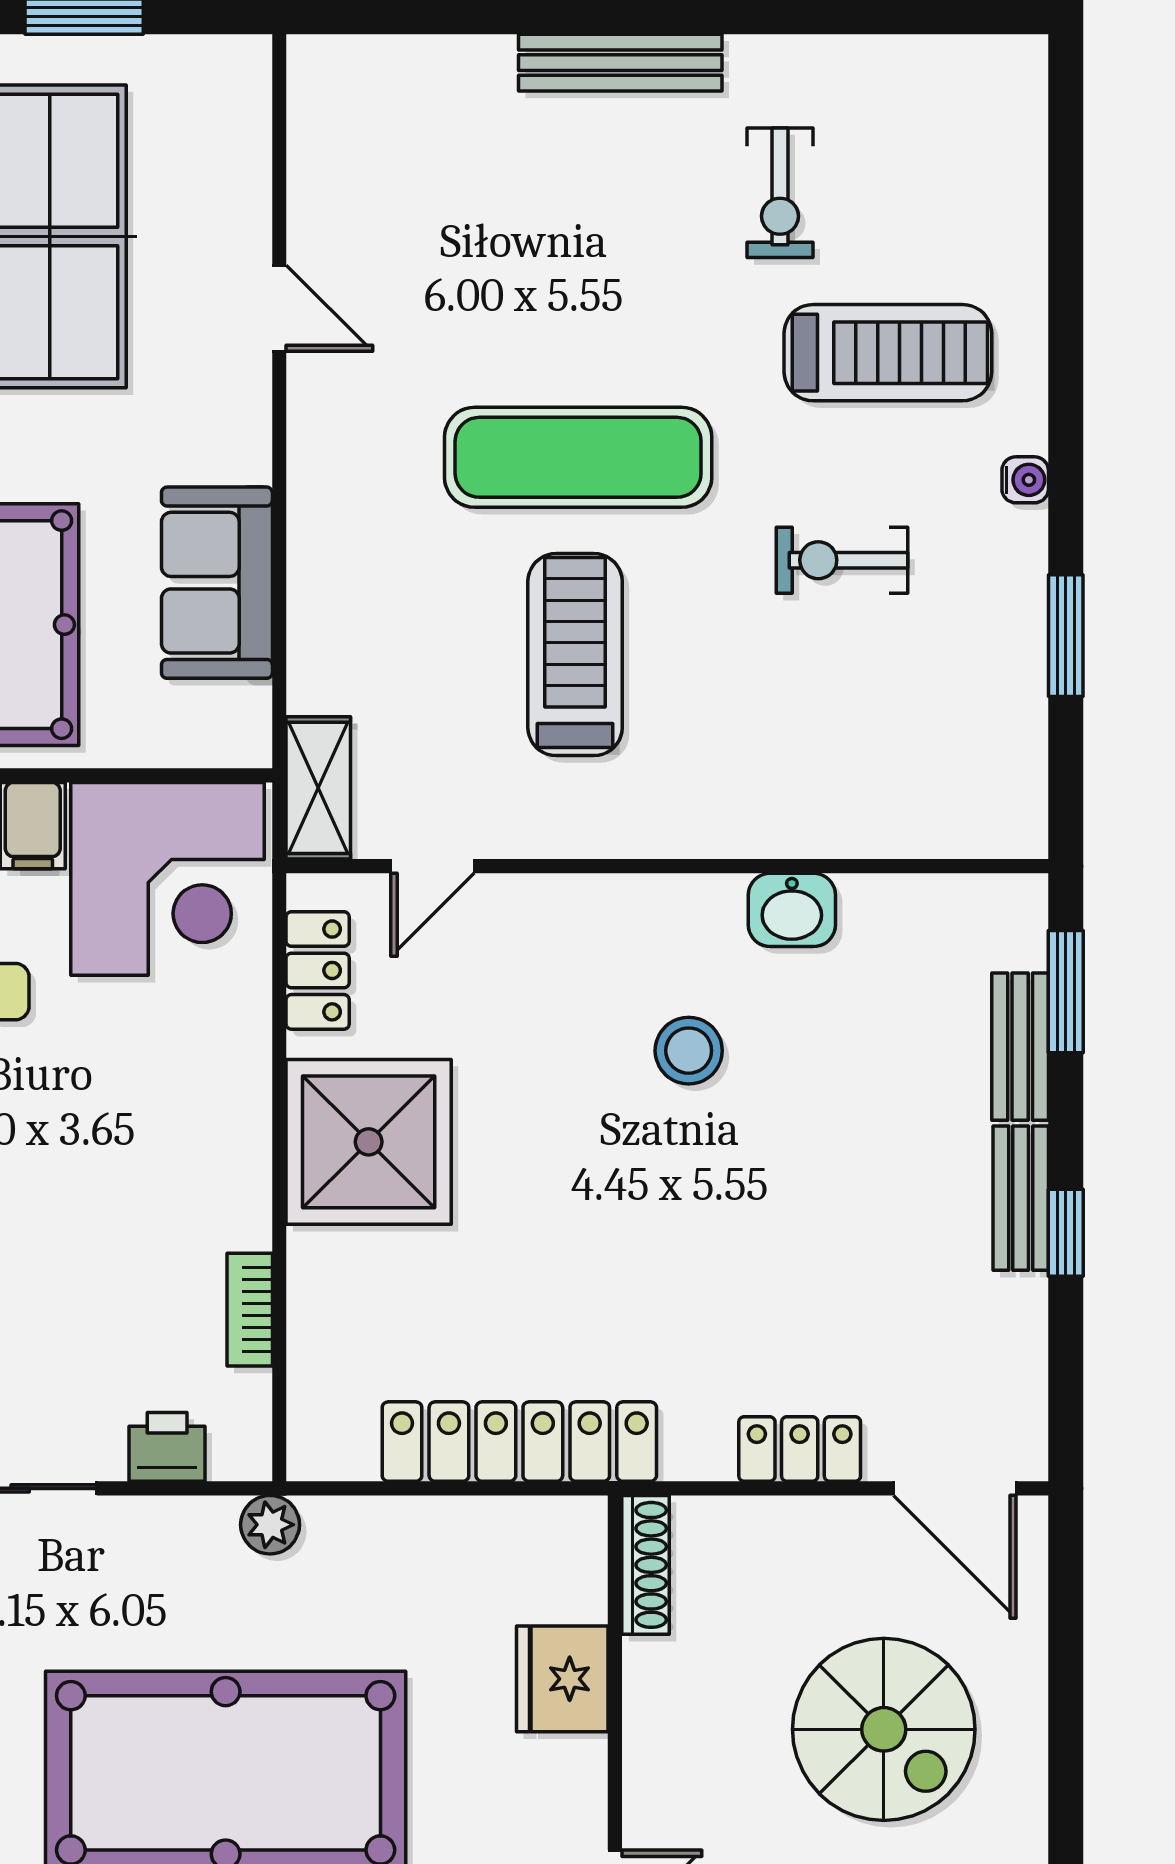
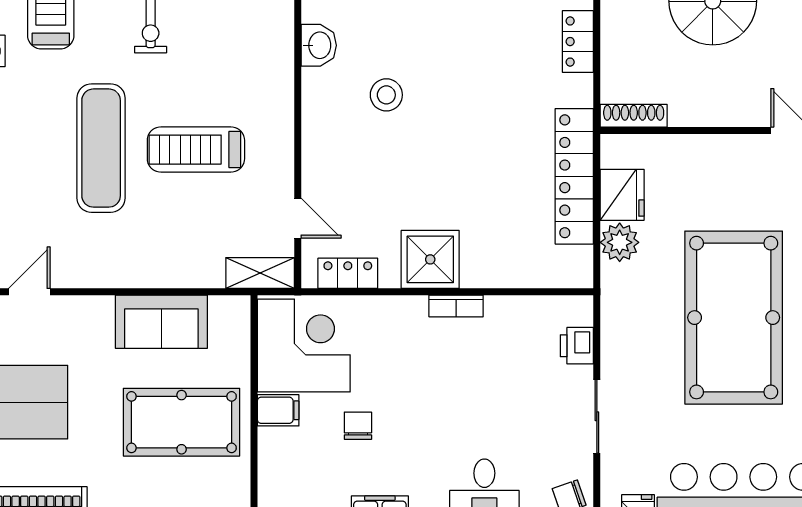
shower: (369, 1142) -> (430, 259), width x0.73, depth x0.73
bookcase: (250, 1310) -> (456, 306), moved
plant: (270, 1525) -> (620, 242), moved, width x1.38, depth x1.38
fridge: (562, 1679) -> (622, 195), moved, turned -90

